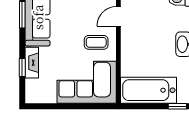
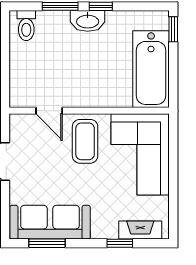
coffee table: (96, 42) -> (85, 141), width x1.36, depth x1.30
fireplace: (32, 63) -> (140, 230), moved

